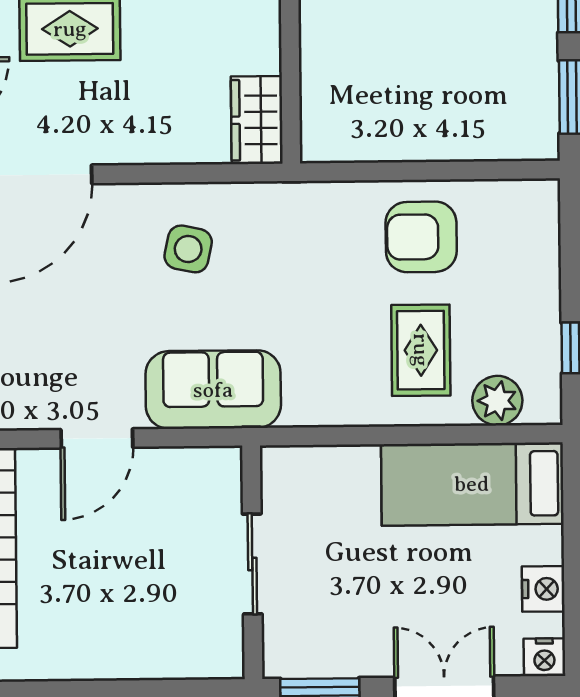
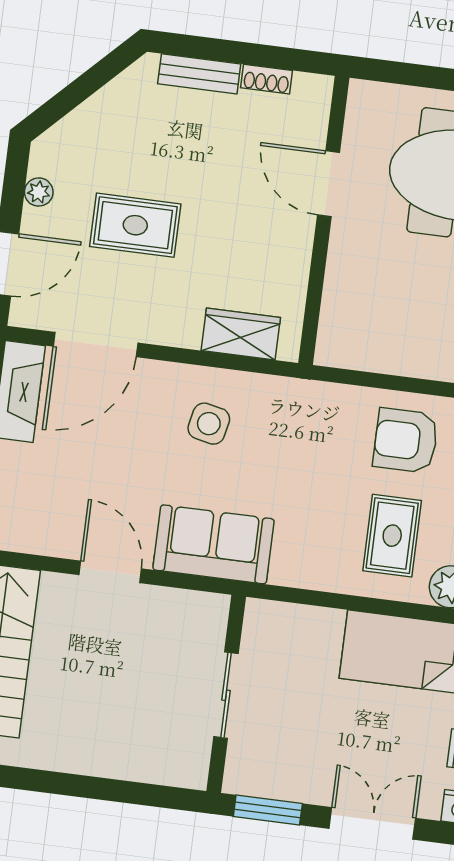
wardrobe: (257, 120) -> (241, 334), moved, turned 90
door: (97, 438) -> (110, 572), swing flipped

